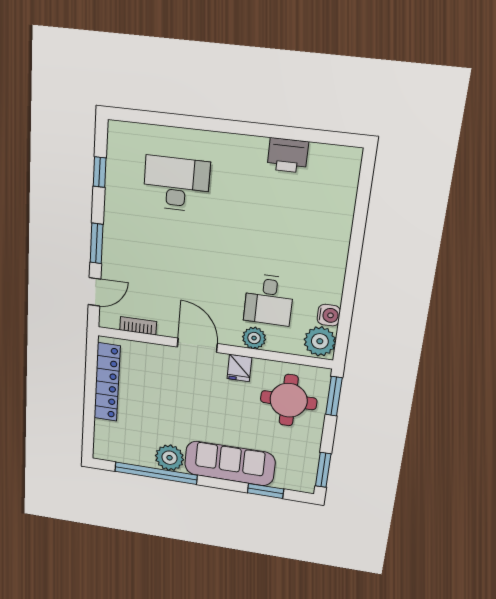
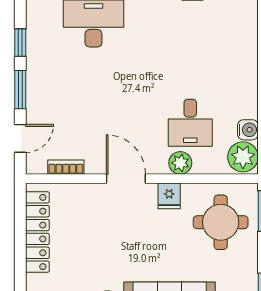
window: (100, 172) -> (20, 43), moved

